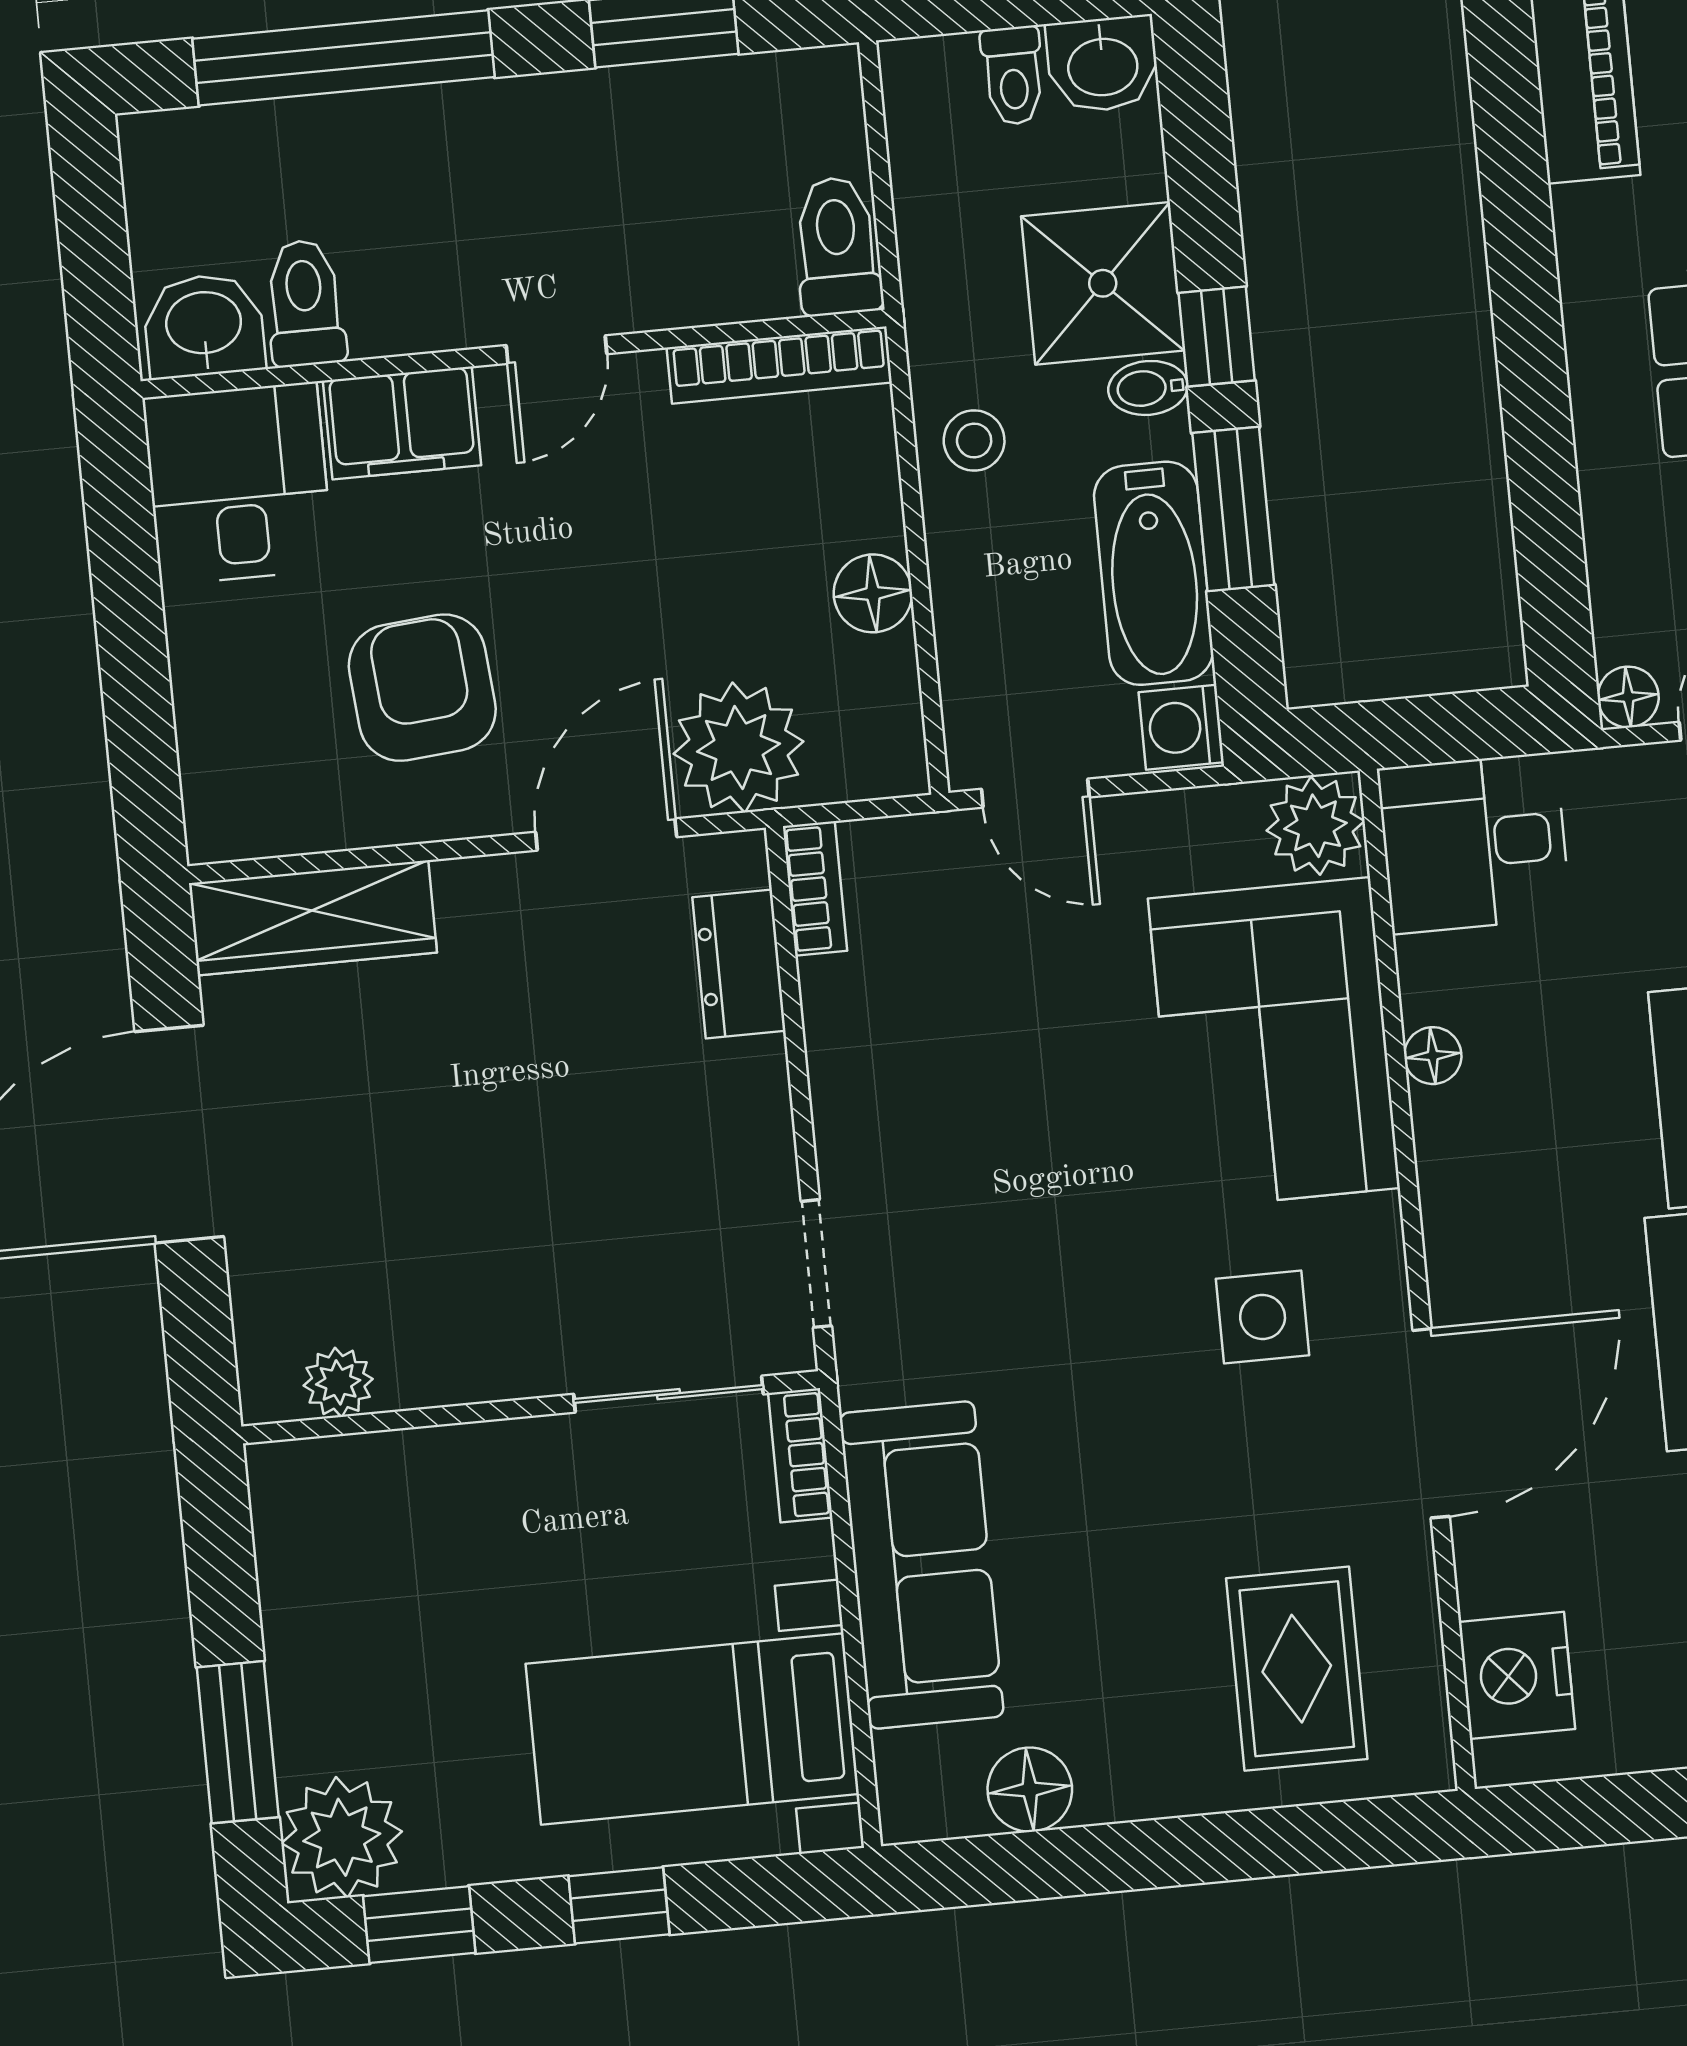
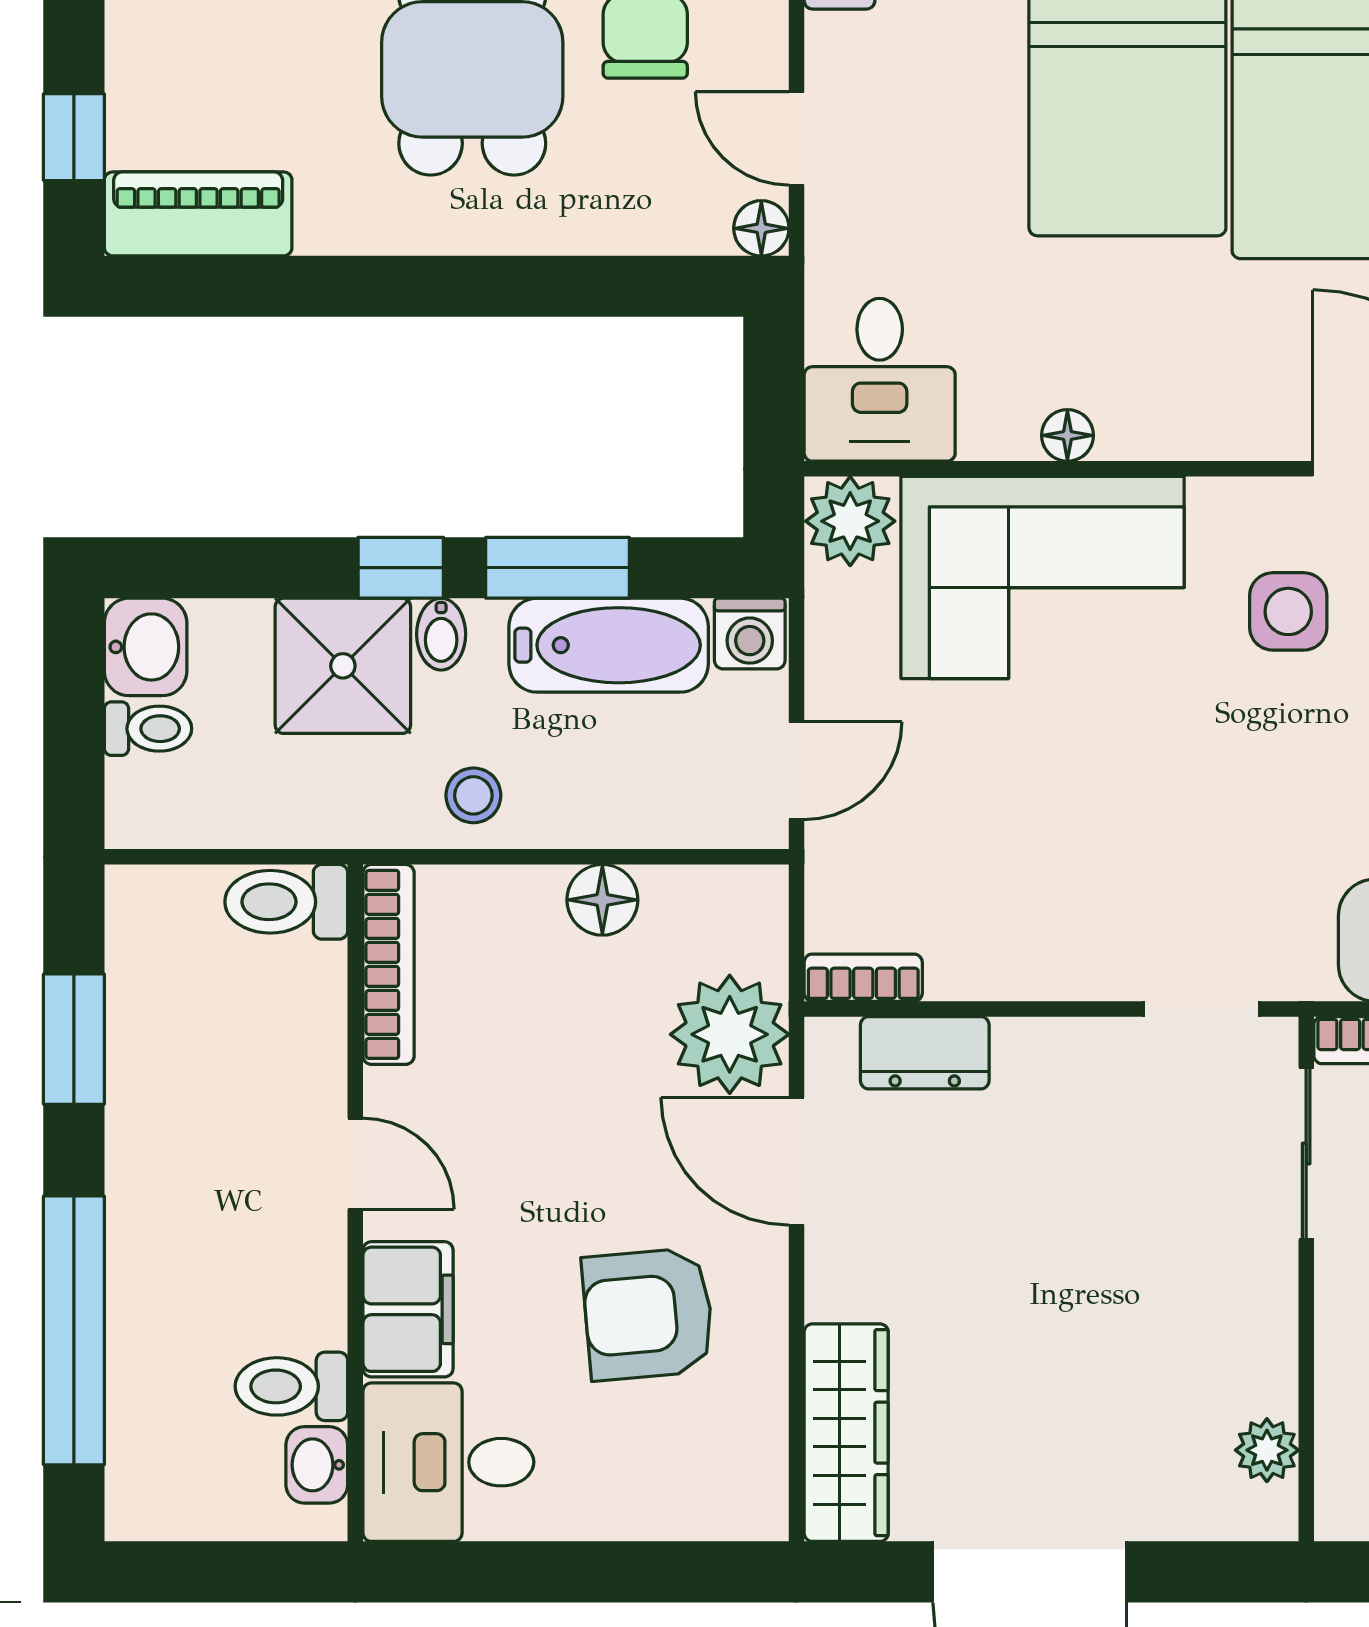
washbasin: (204, 326) -> (317, 1465), width x0.72, depth x0.69

